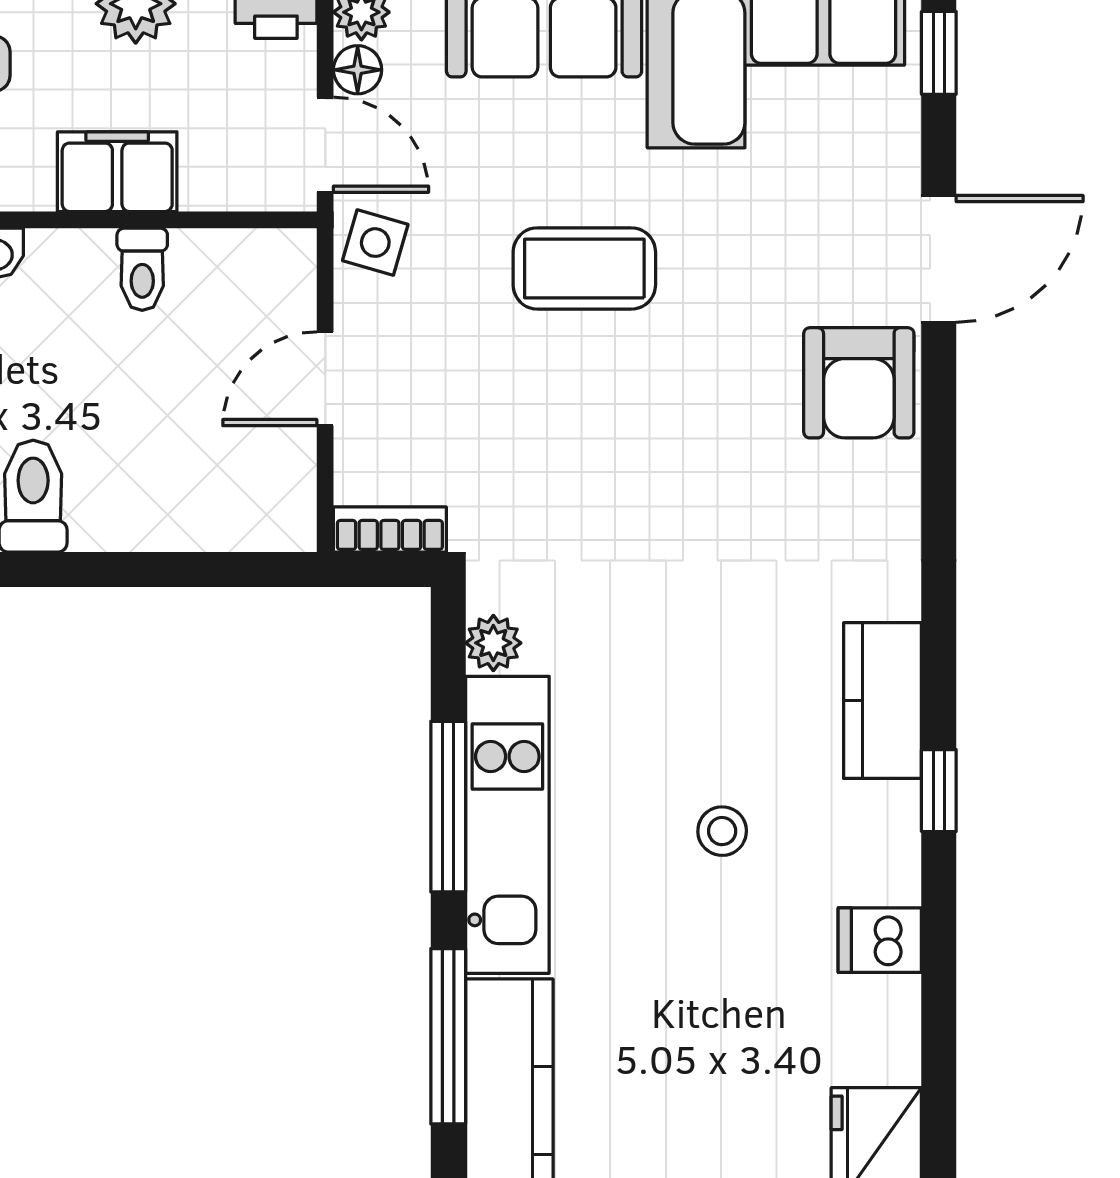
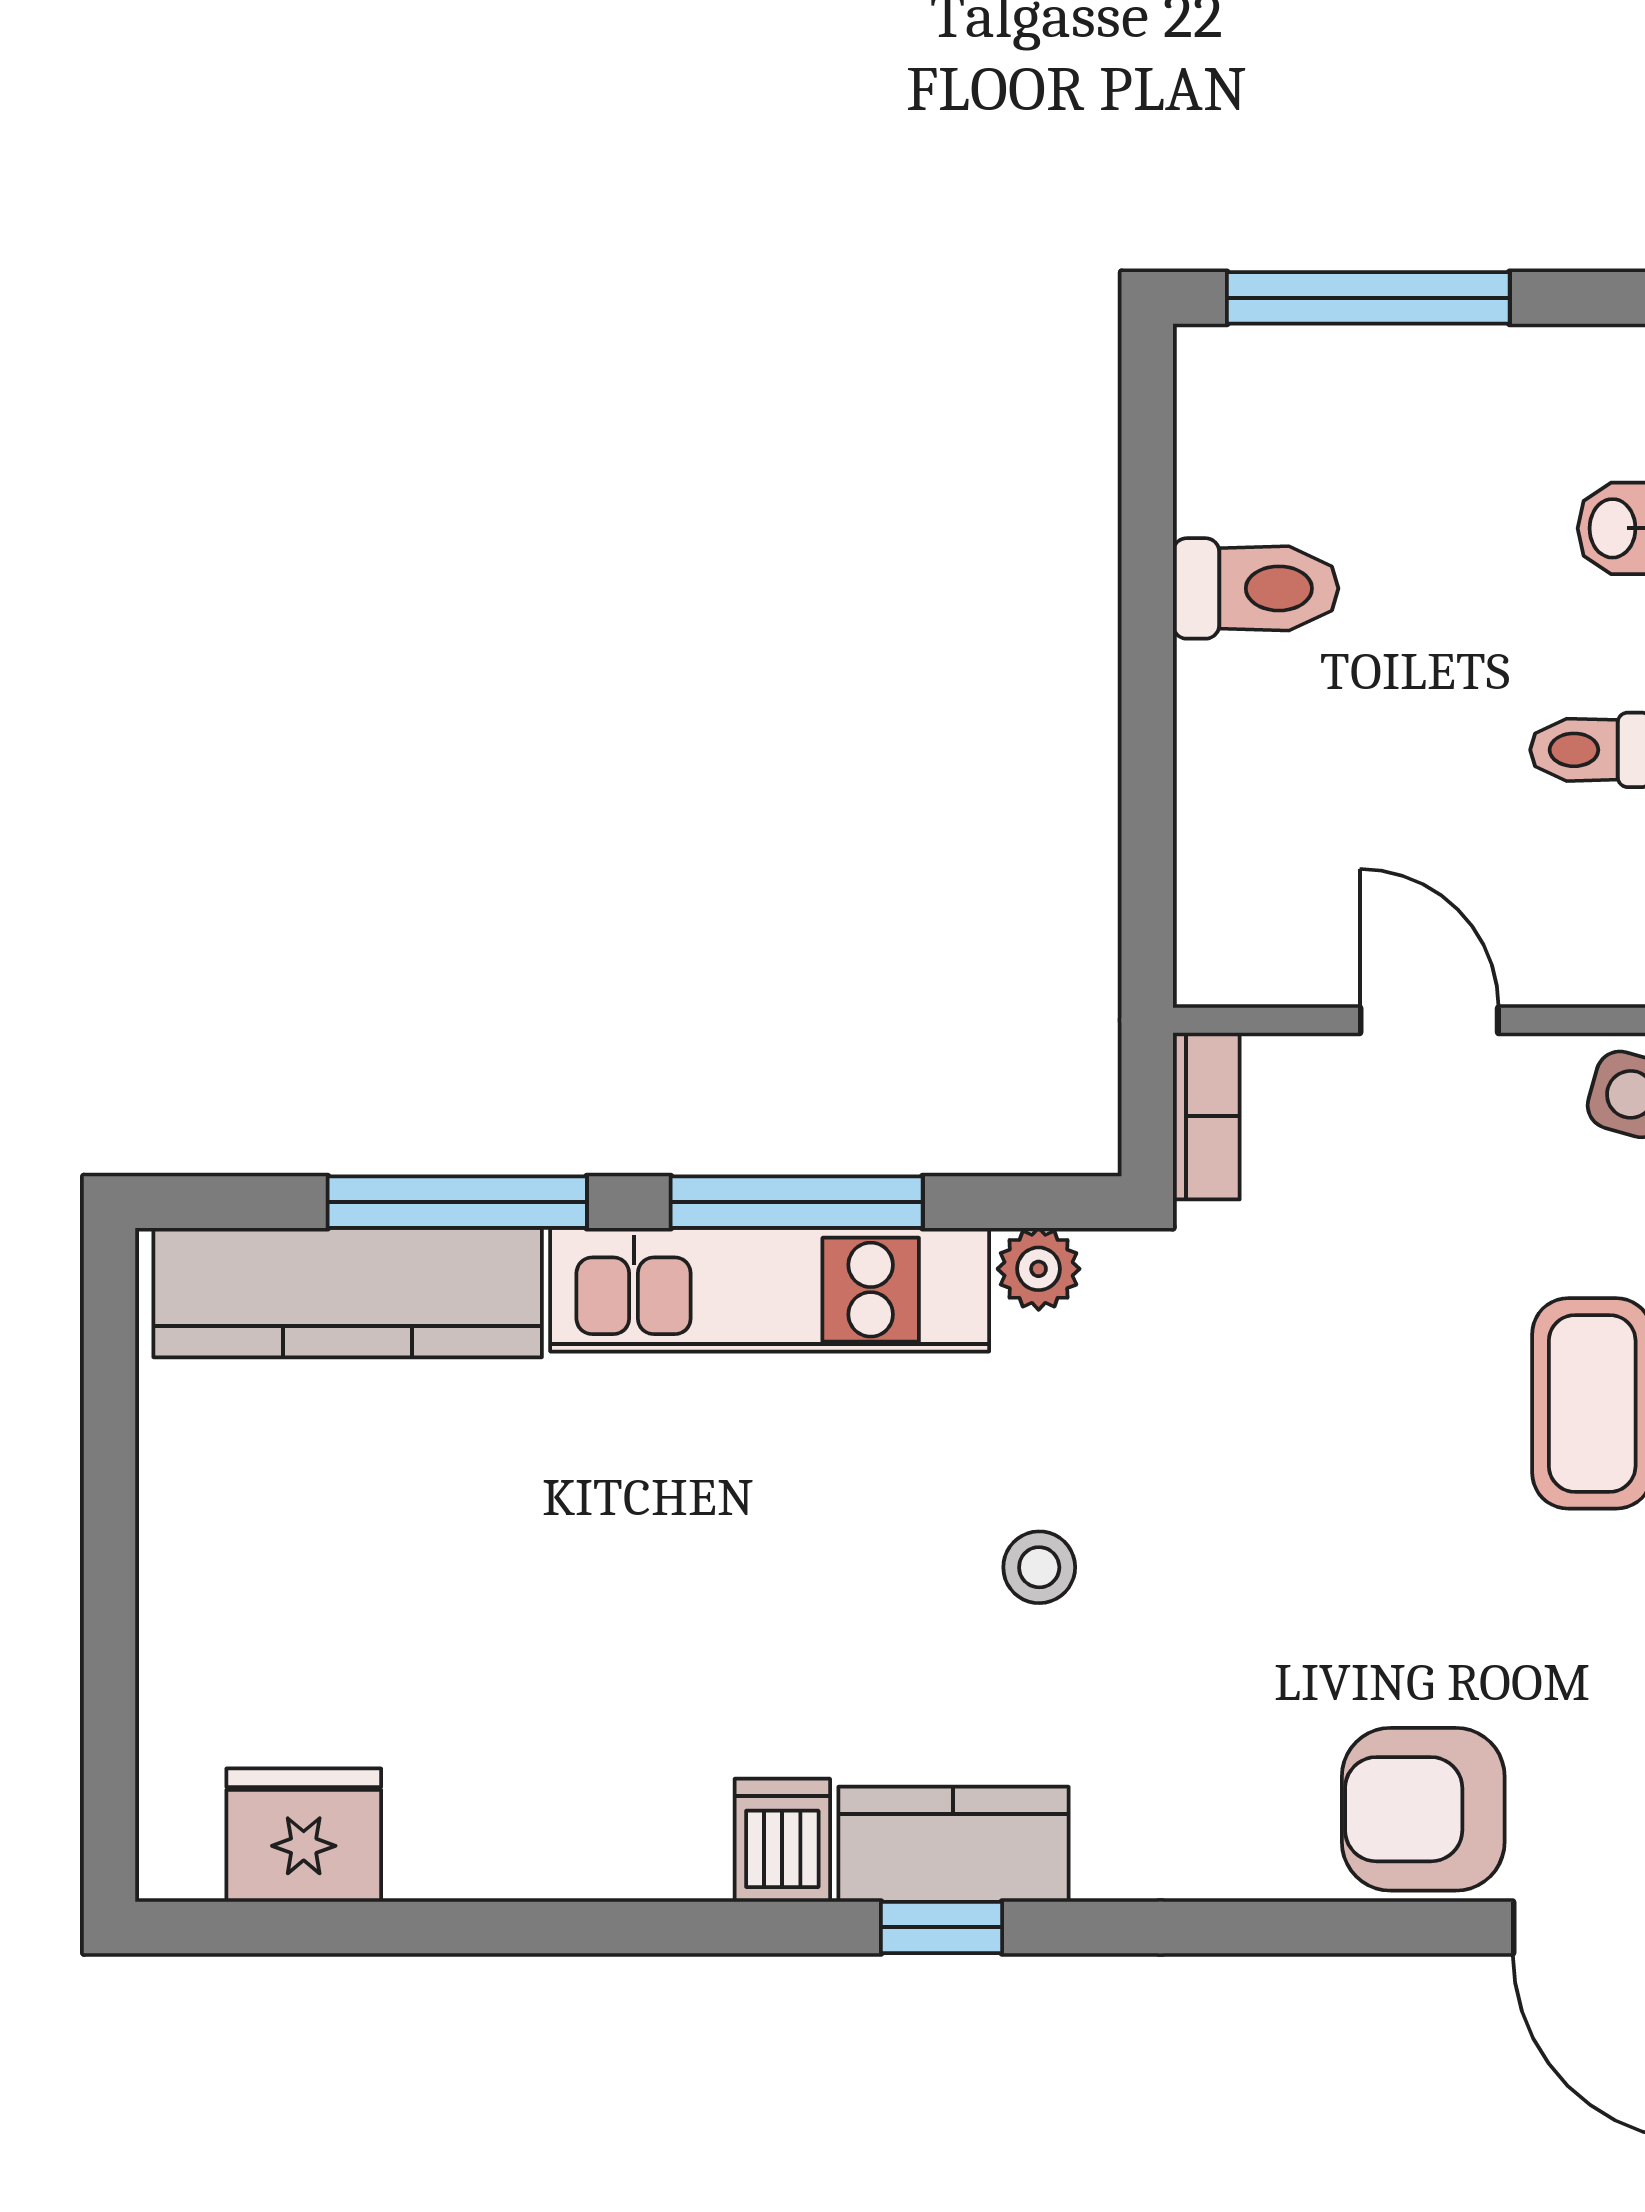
window: (939, 791) -> (942, 1927), moved
stool: (722, 831) -> (1039, 1567), moved
dishwasher: (880, 940) -> (782, 1840), moved

